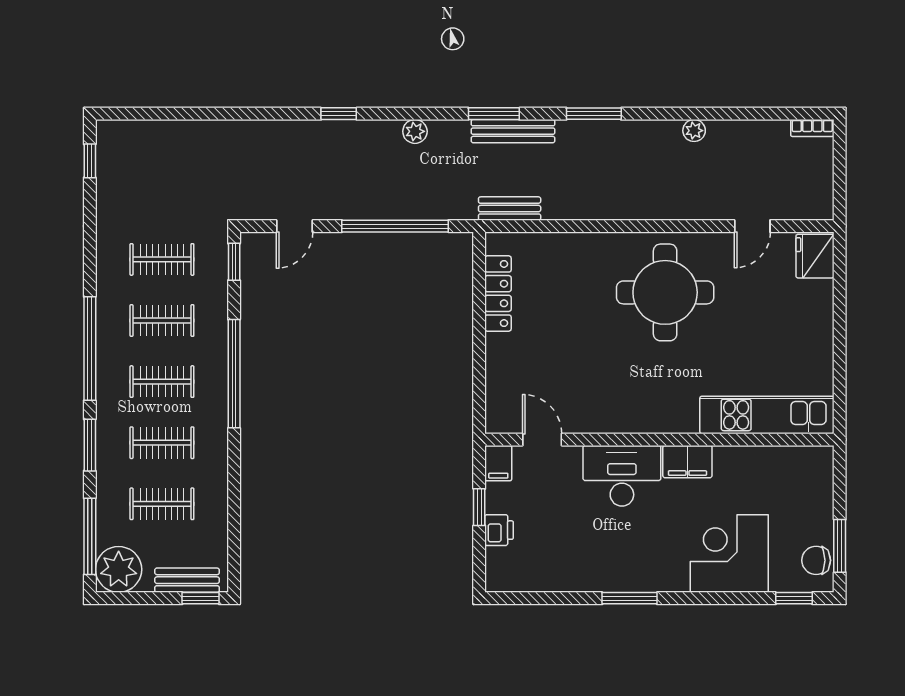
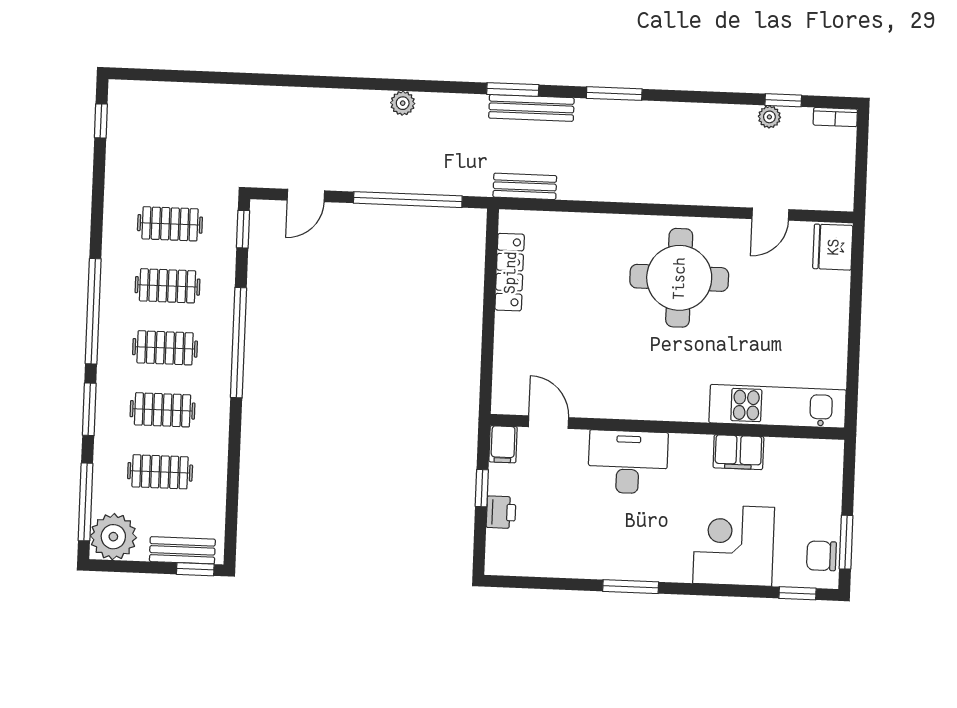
window: (339, 114) -> (783, 100), moved
plant: (415, 131) -> (403, 103), moved
plant: (694, 131) -> (769, 117), moved
filing cabinet: (687, 462) -> (738, 452), moved

